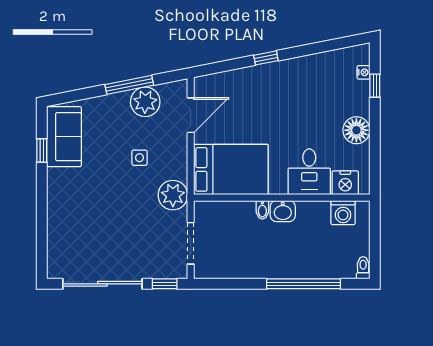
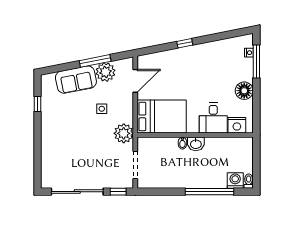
window: (375, 86) -> (256, 61), width x2.17
sofa: (64, 137) -> (76, 80), moved, turned 79
washing machine: (343, 213) -> (235, 180), moved, turned 180

